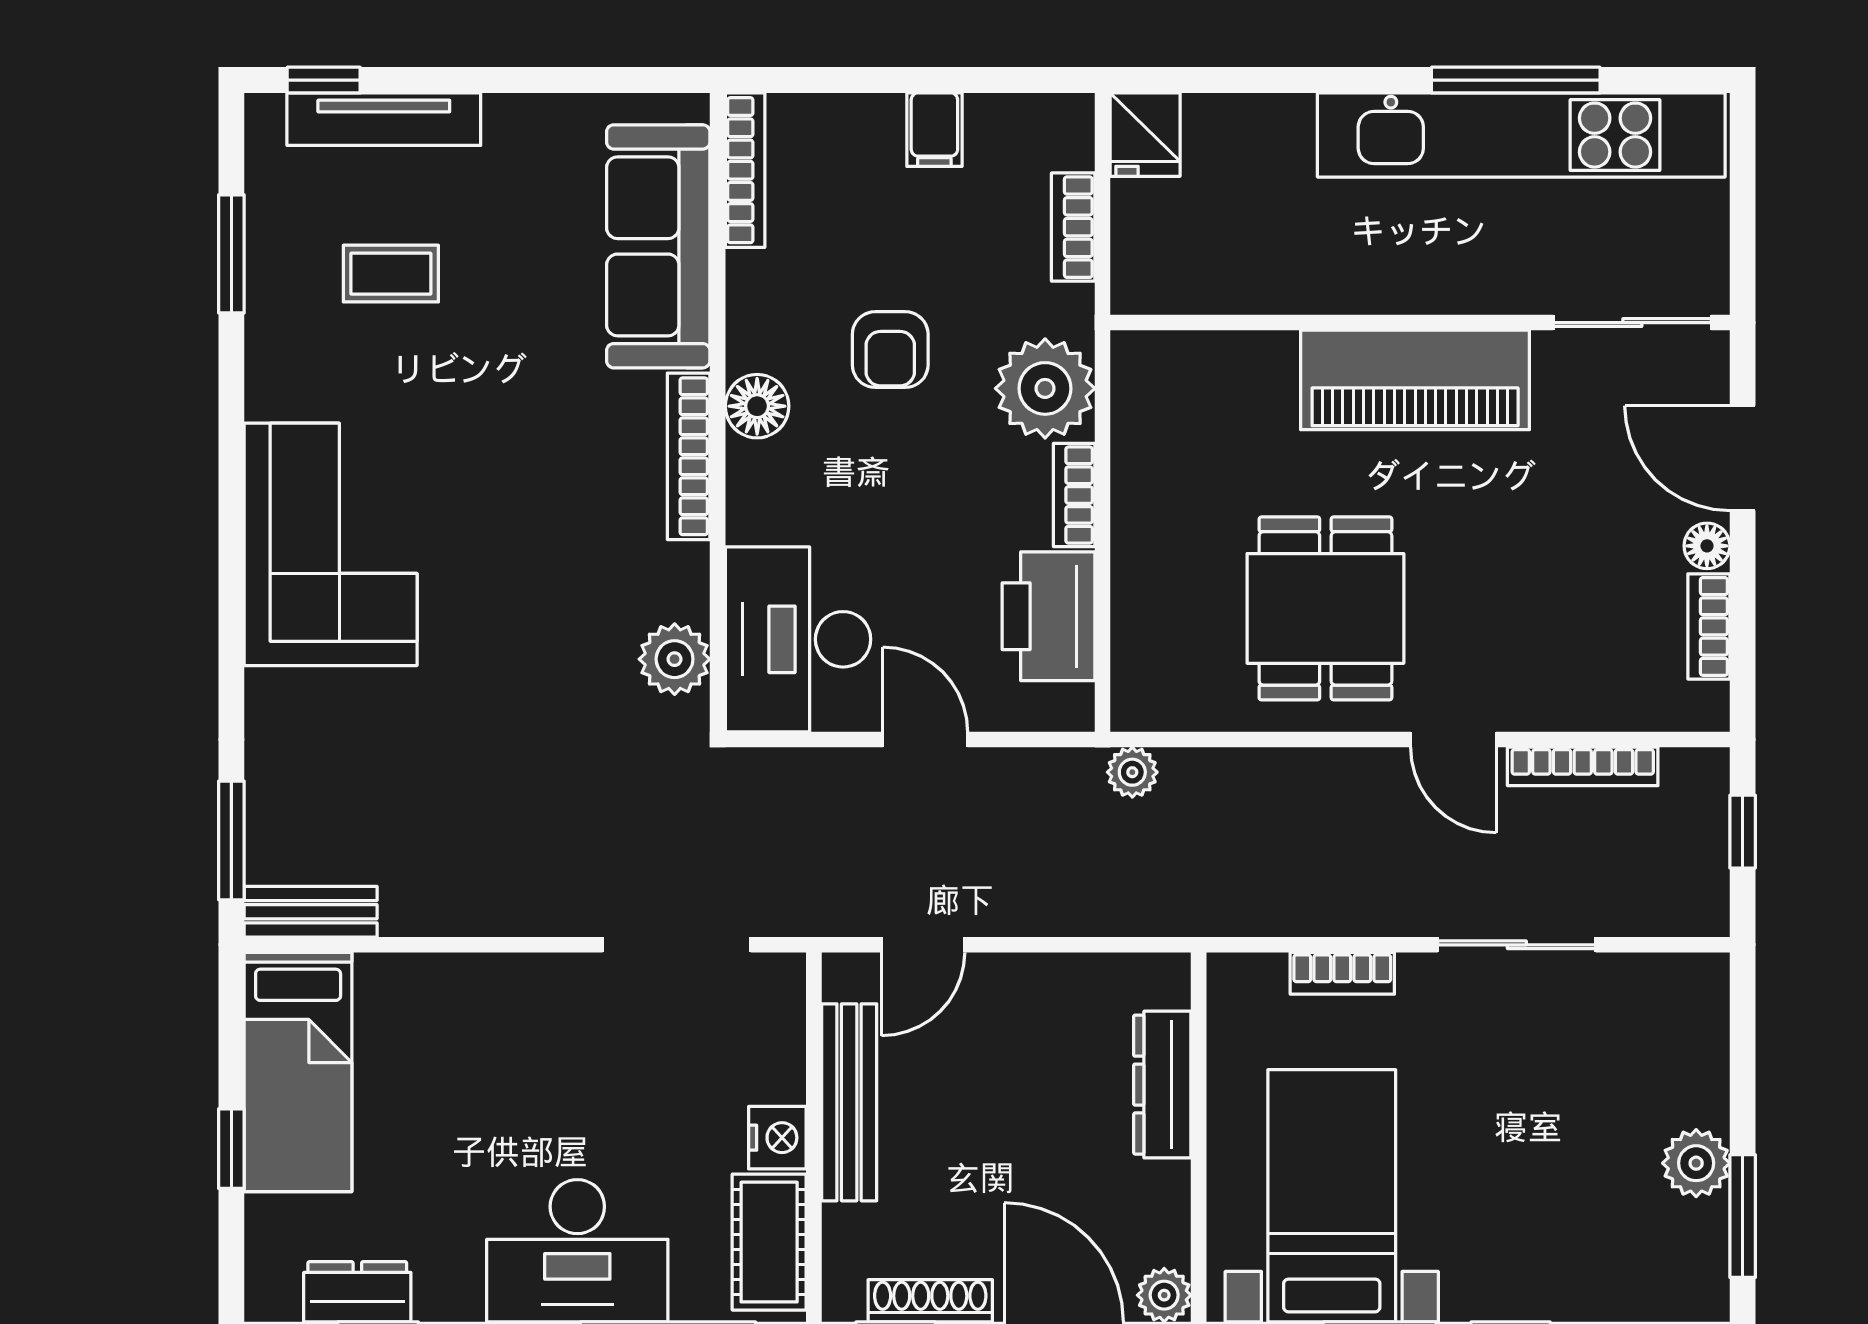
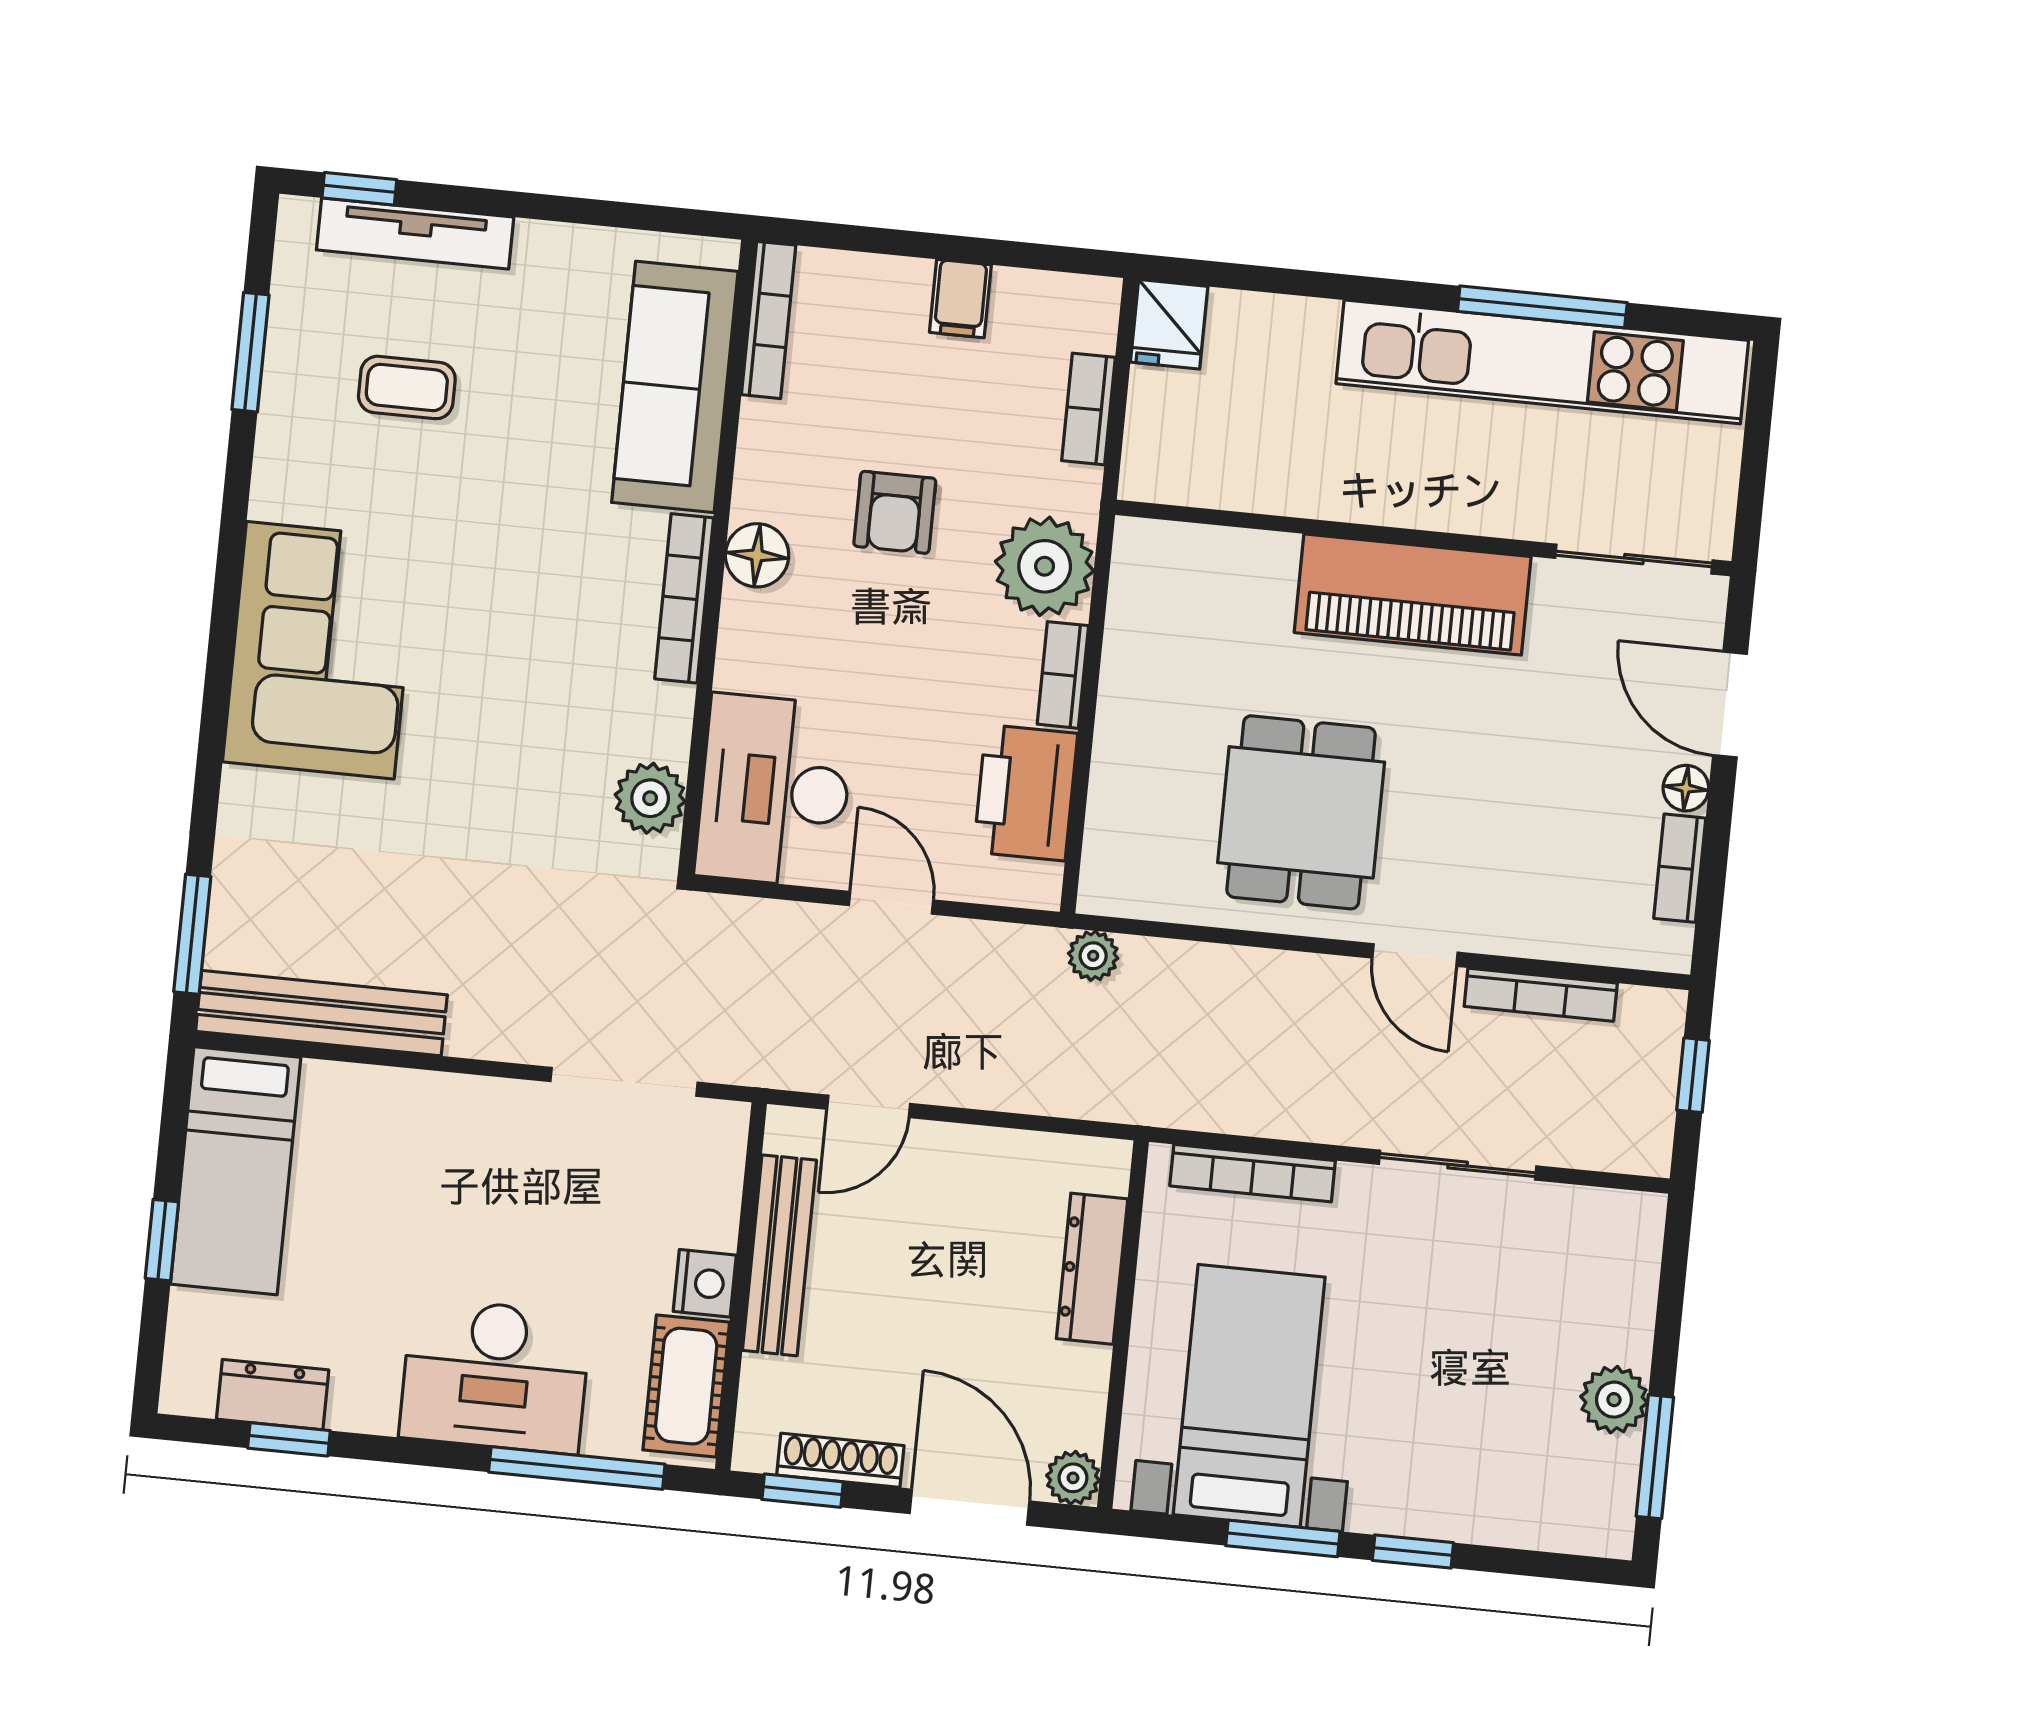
bench: (311, 912) -> (321, 1013), width x1.86, depth x1.21
bookcase: (1342, 973) -> (1253, 1173), width x1.56

